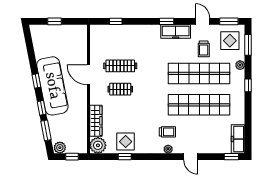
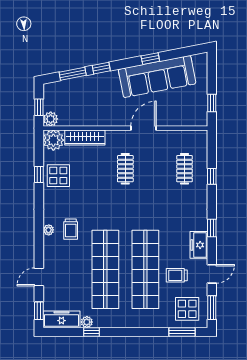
window: (54, 21) -> (212, 103), moved
window: (116, 21) -> (212, 176), moved
freezer: (176, 32) -> (199, 245), width x0.71
plant: (240, 65) -> (87, 322), moved
clothes rail: (120, 66) -> (185, 169), moved, width x0.73
window: (36, 81) -> (150, 59), moved
window: (248, 85) -> (92, 332), moved
sofa: (52, 86) -> (157, 77), moved
plant: (60, 148) -> (51, 119), moved
door: (191, 157) -> (39, 277), moved

